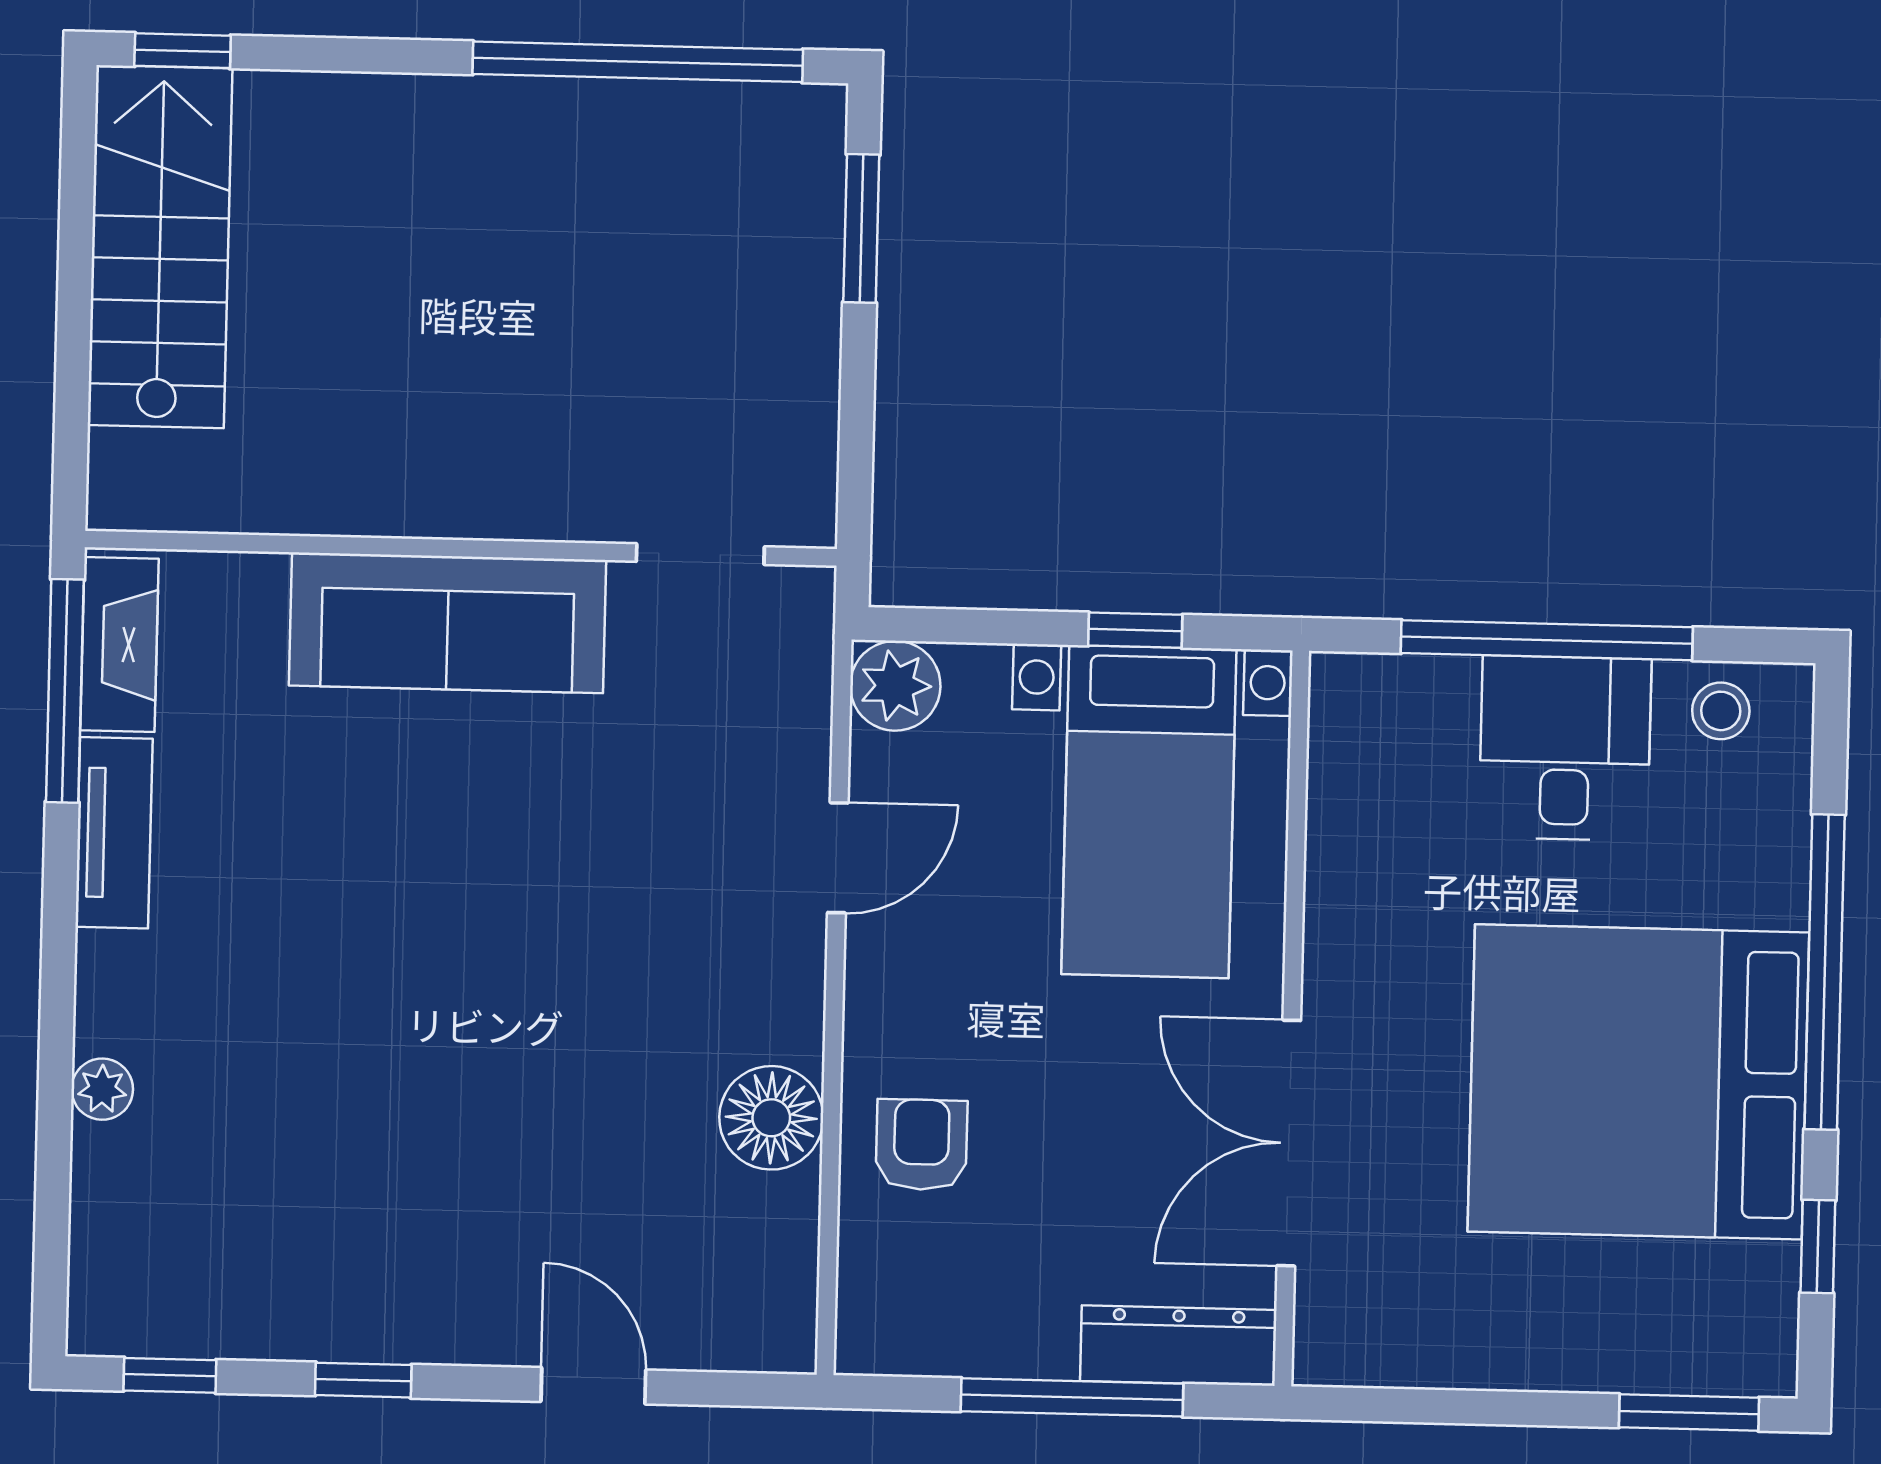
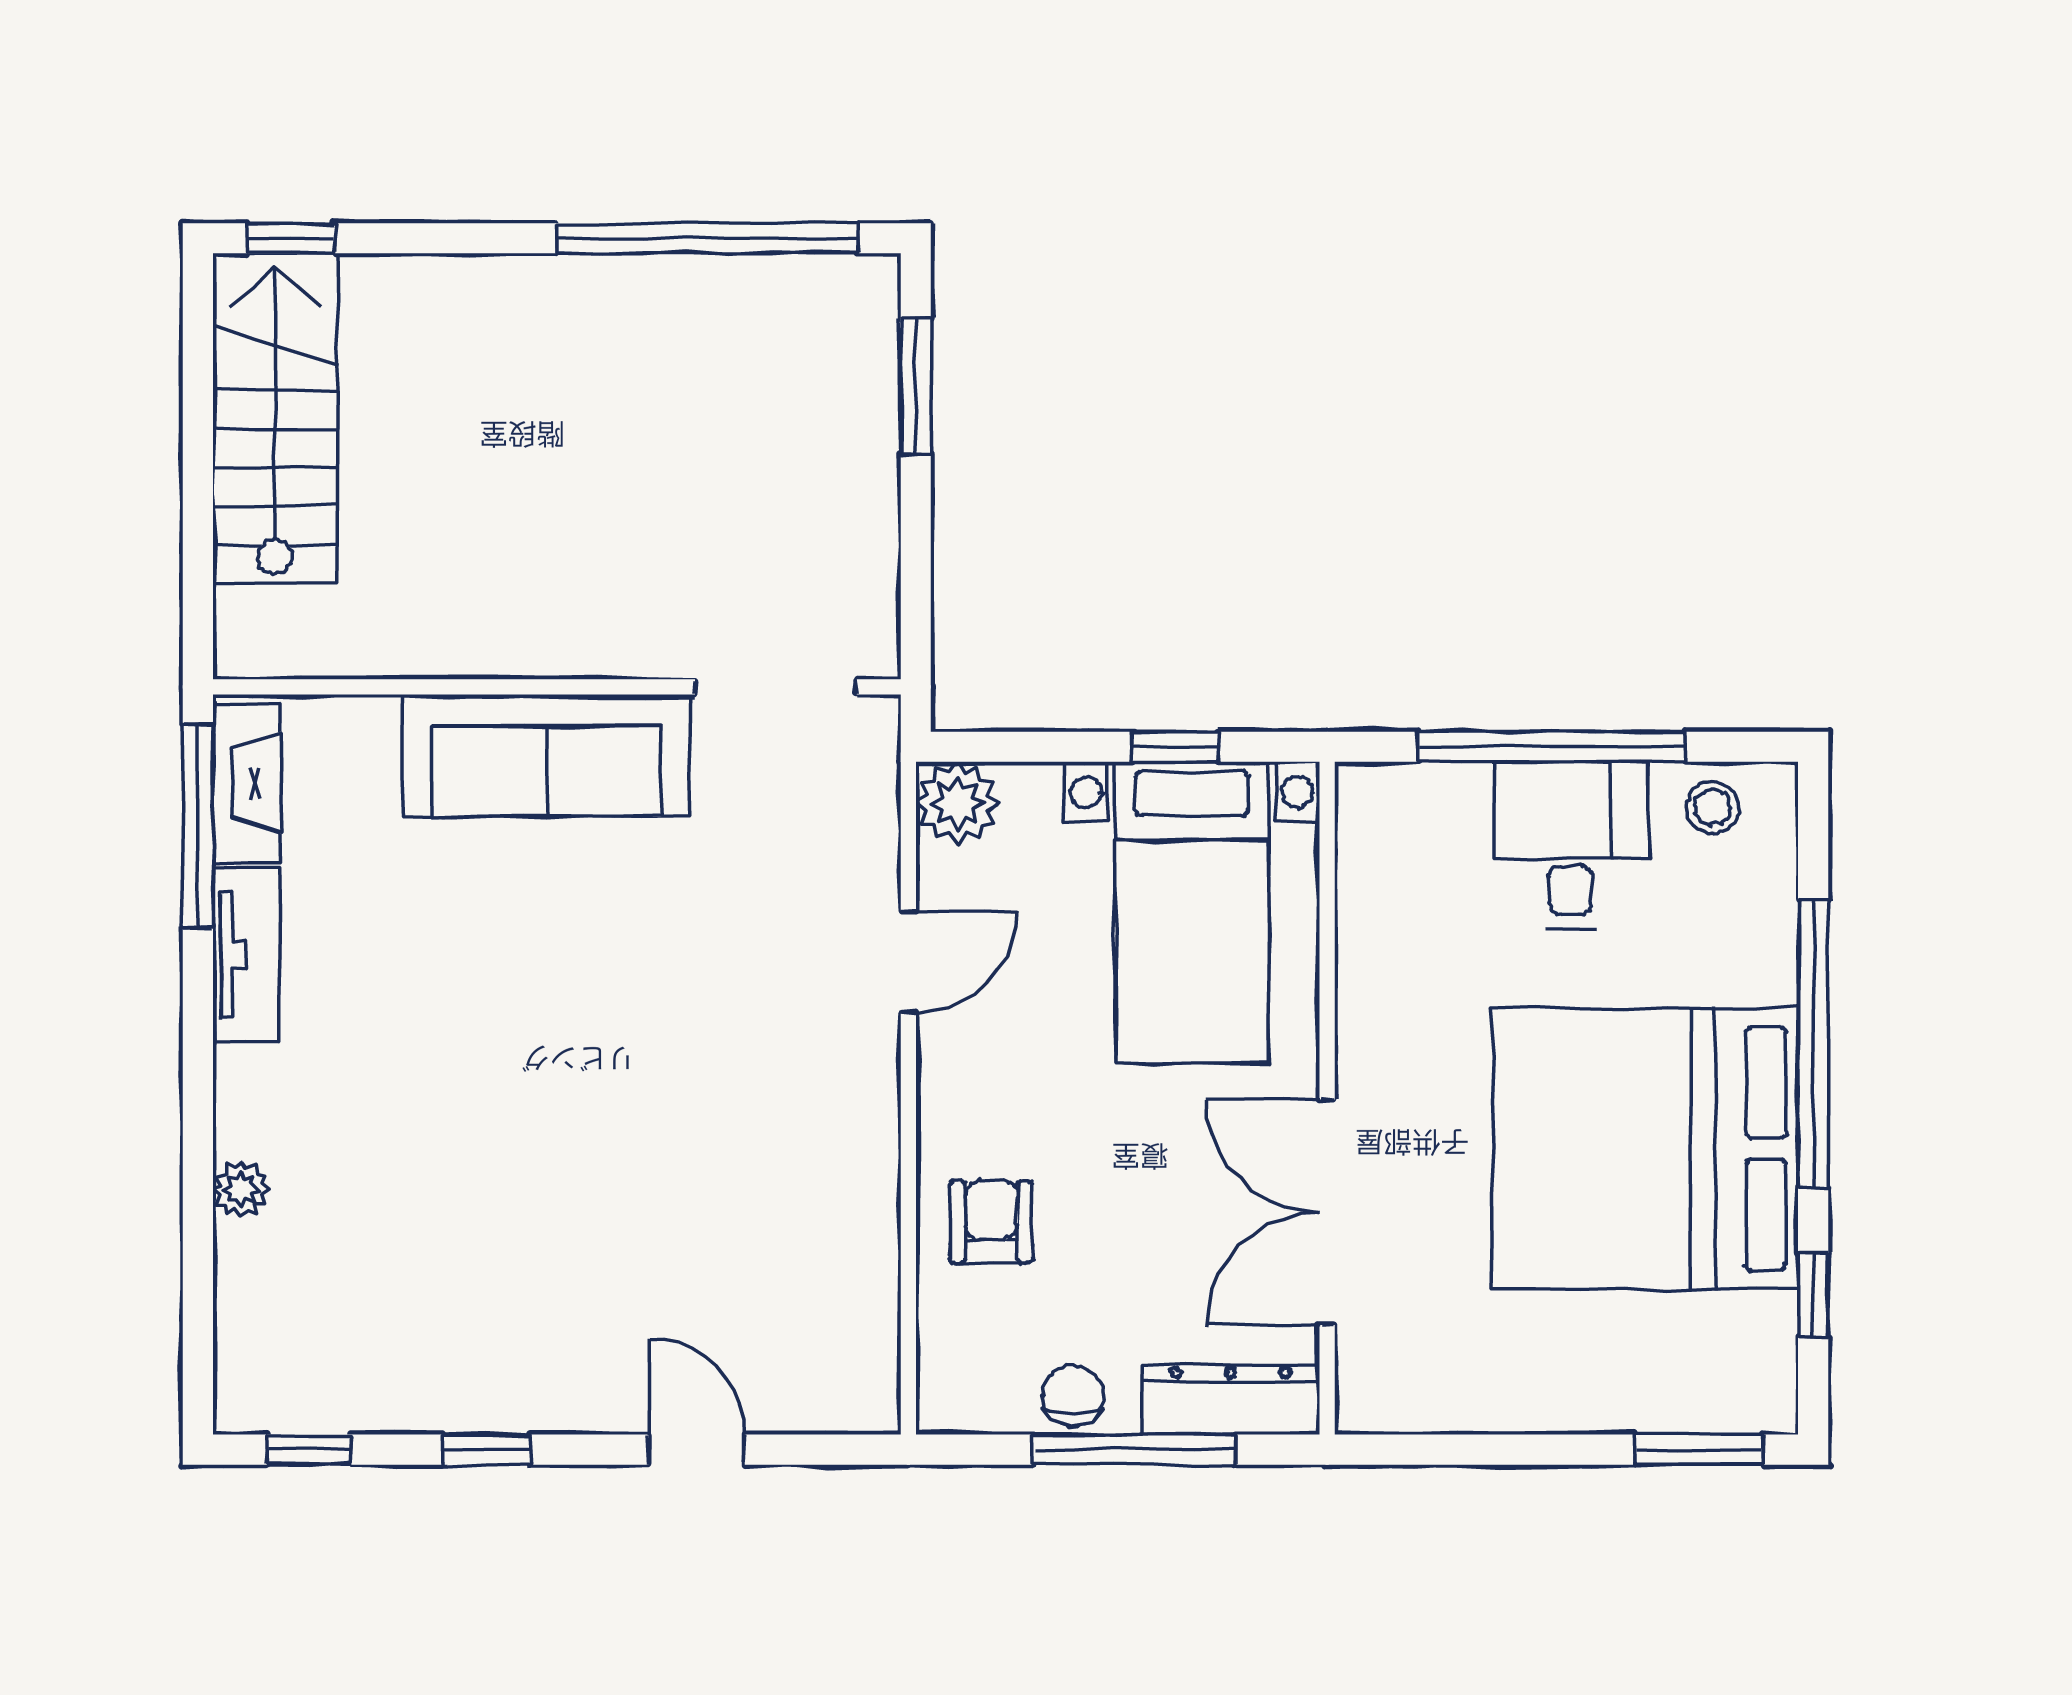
doorway: (700, 554) -> (776, 687), width x1.38
floor lamp: (771, 1118) -> (853, 1201), removed
chair: (1006, 1337) -> (1072, 1396), added

